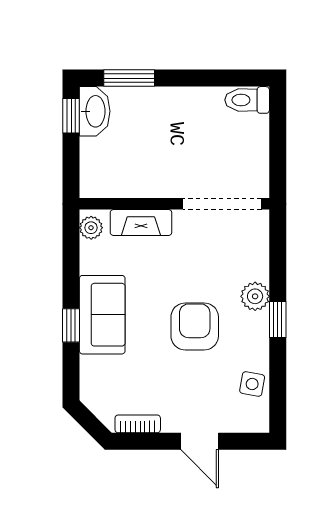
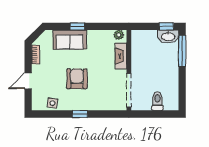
window: (129, 78) -> (182, 51), width x1.44
toilet: (247, 100) -> (157, 101), moved
plant: (255, 296) -> (90, 104), removed
sofa: (102, 315) -> (70, 40), moved
armchair: (195, 326) -> (77, 79), turned -90

